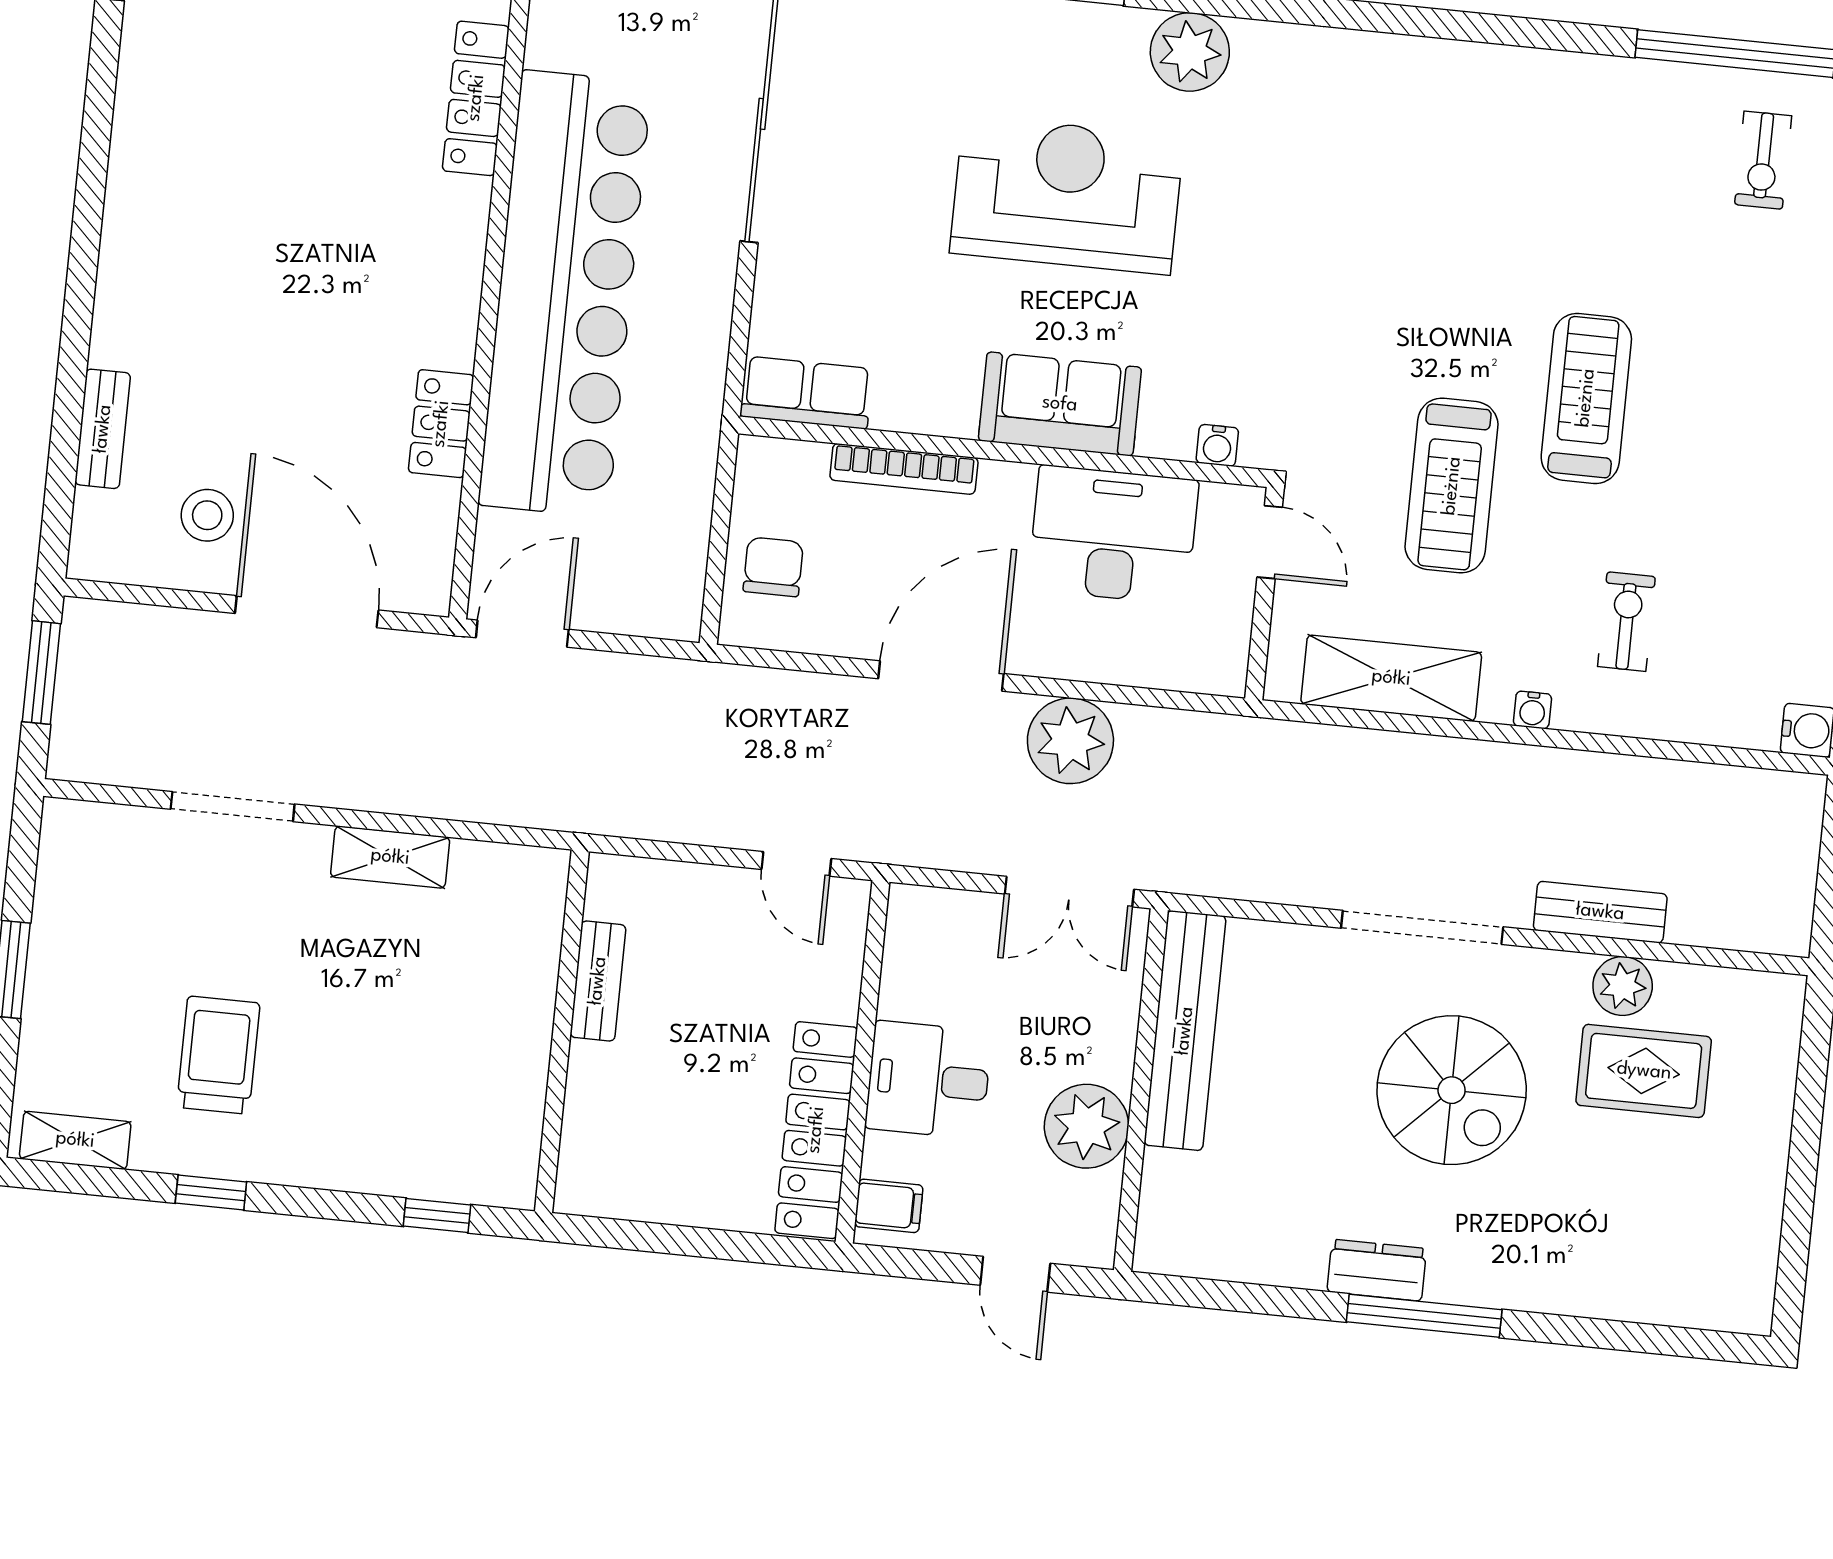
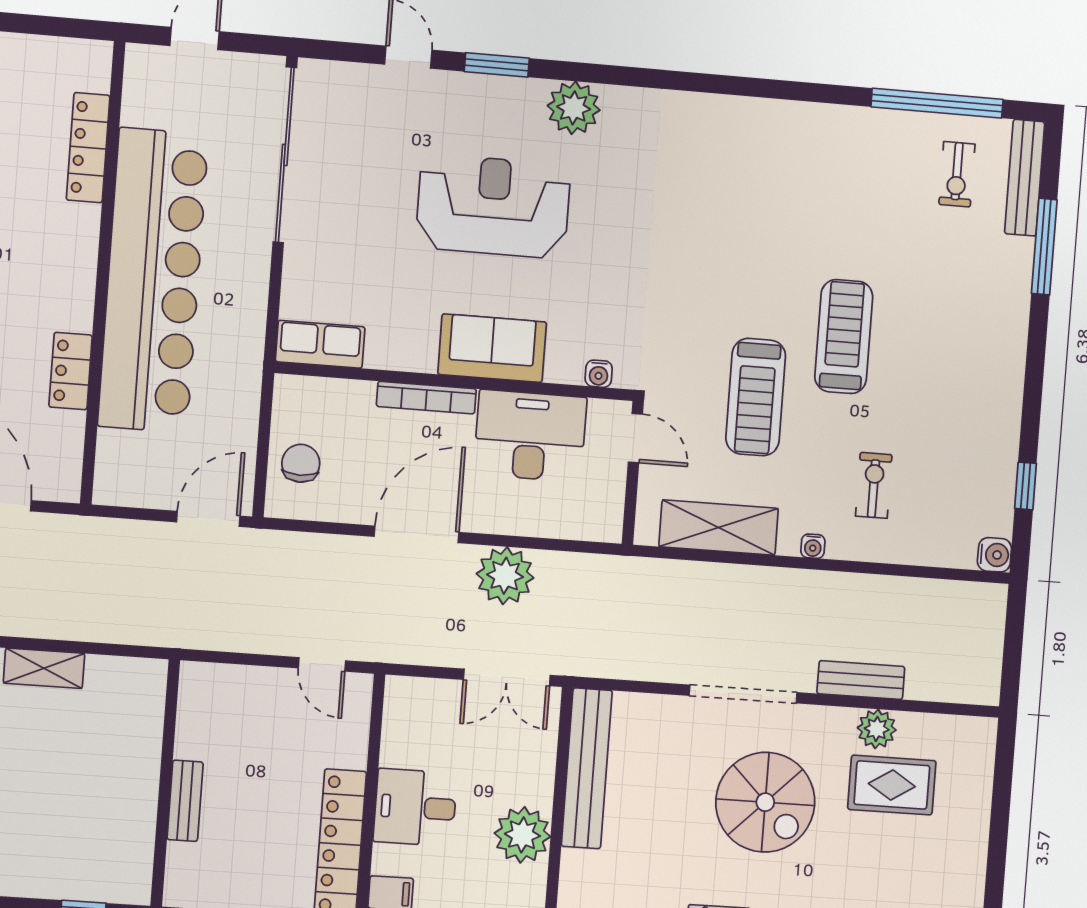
bookcase: (904, 469) -> (426, 398), moved
door: (522, 634) -> (208, 519), moved
bench: (598, 981) -> (185, 801), moved

